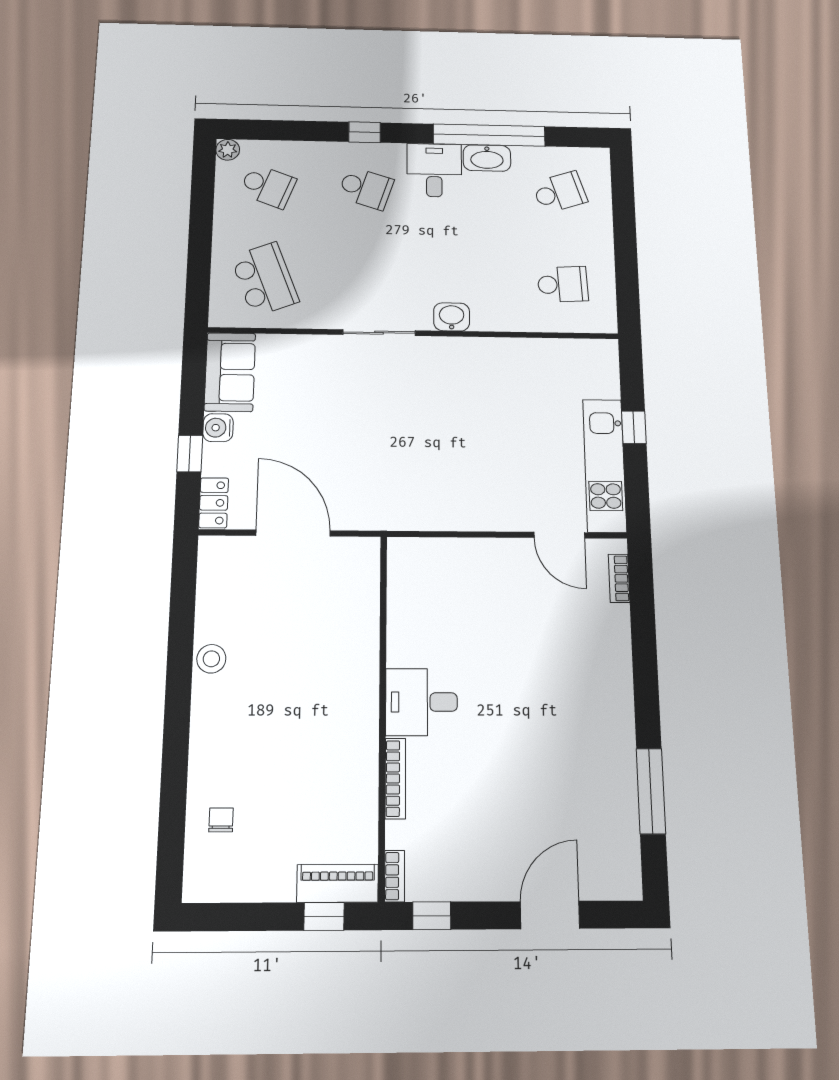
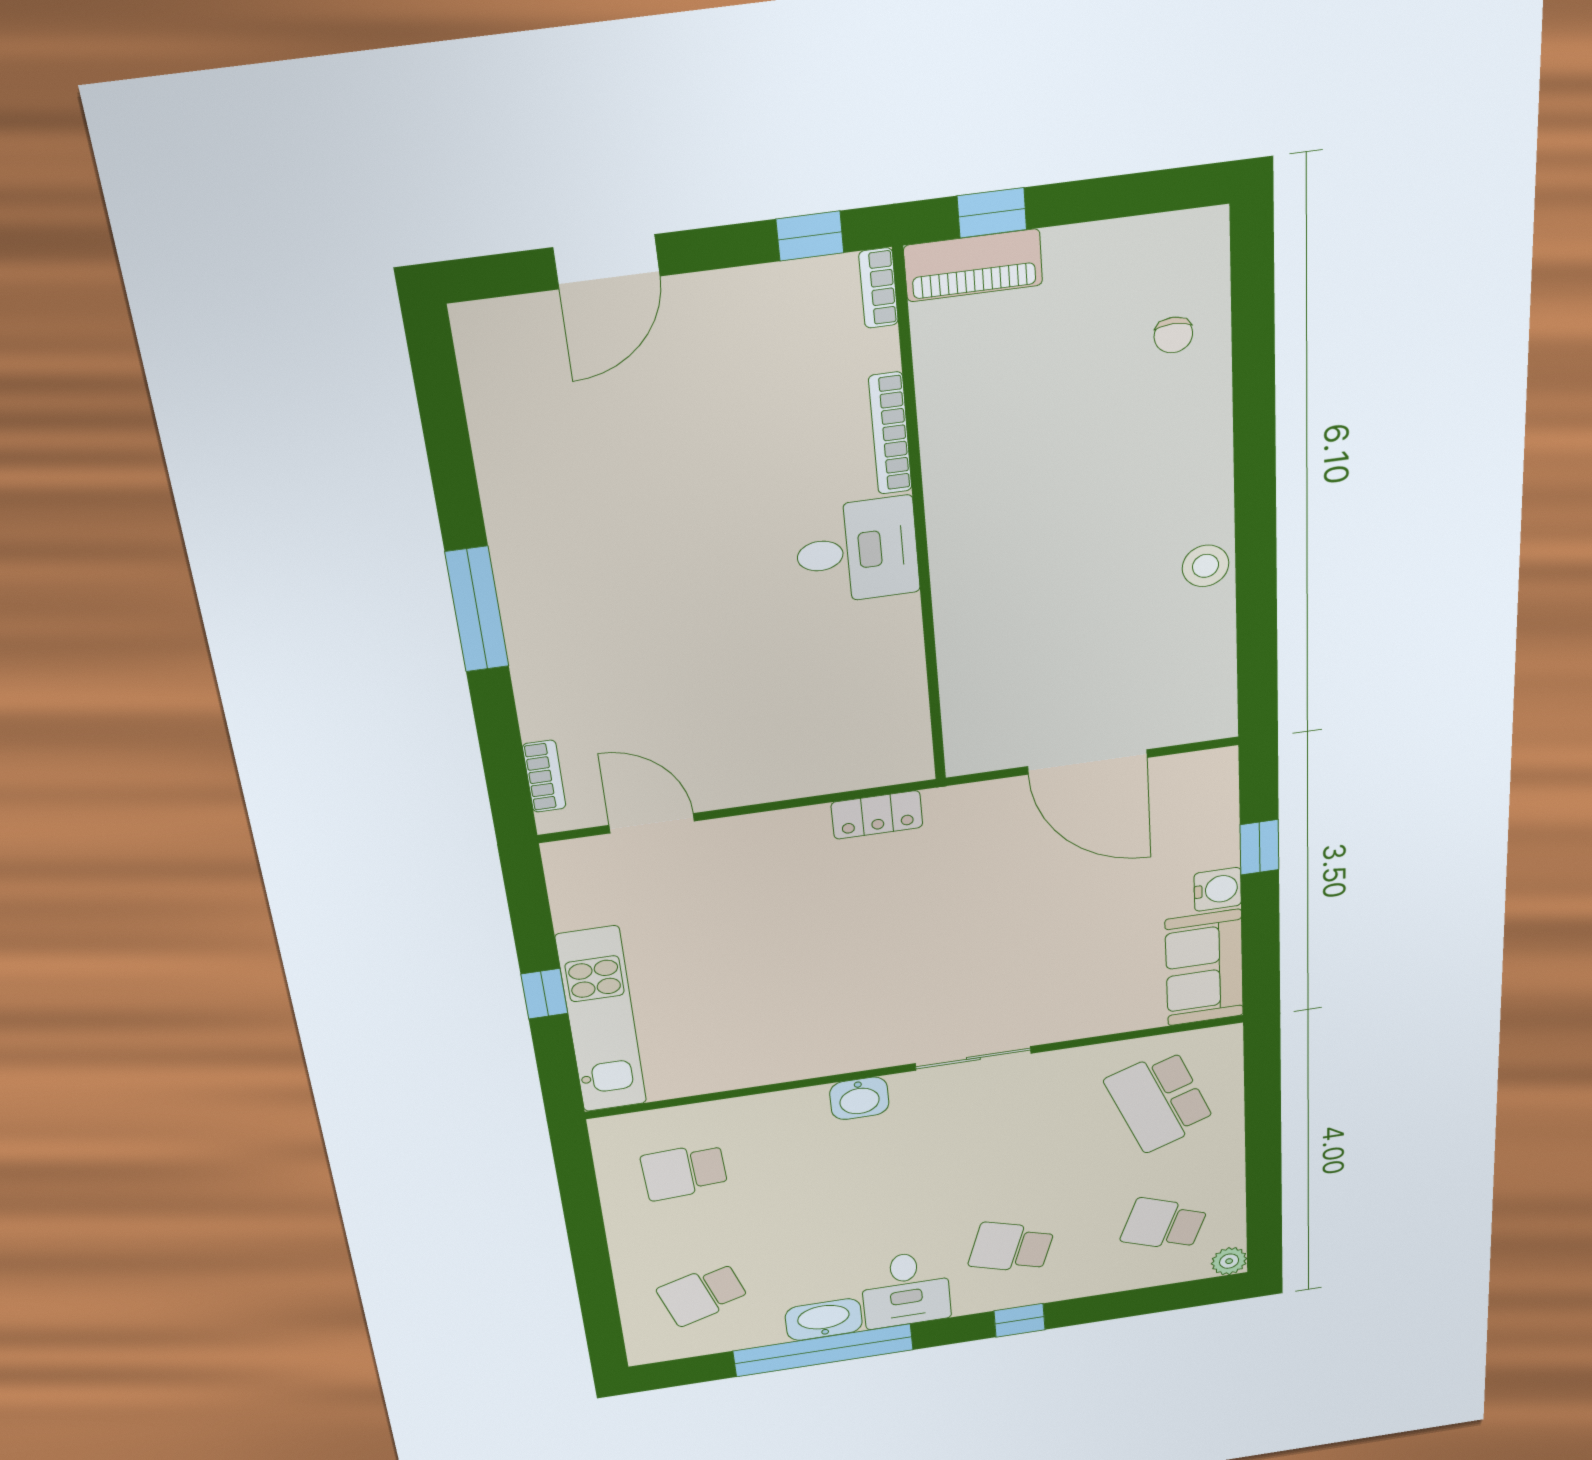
kitchen unit: (605, 465) -> (601, 1020), moved
locker: (214, 503) -> (877, 815), moved, turned -90
window: (651, 791) -> (477, 609), moved

